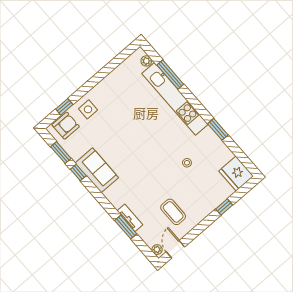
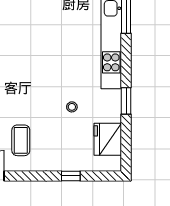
fridge: (236, 174) -> (108, 139), moved

